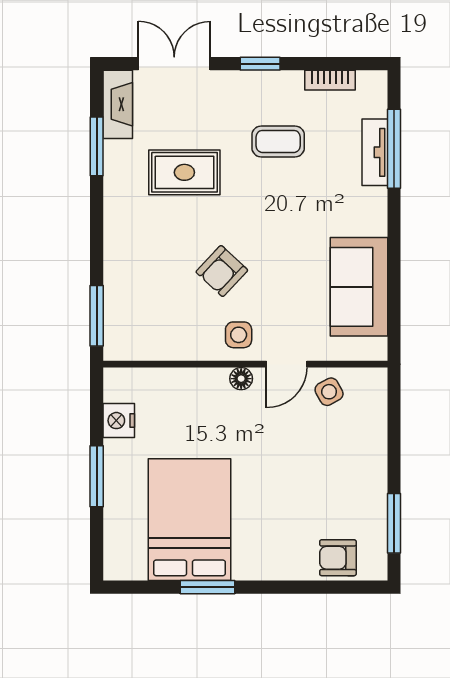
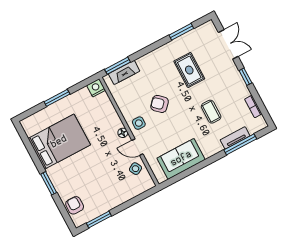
fireplace: (118, 104) -> (124, 72), moved
coffee table: (278, 141) -> (211, 112), moved
nightstand: (119, 421) -> (96, 88), moved
window: (207, 587) -> (49, 183), moved

